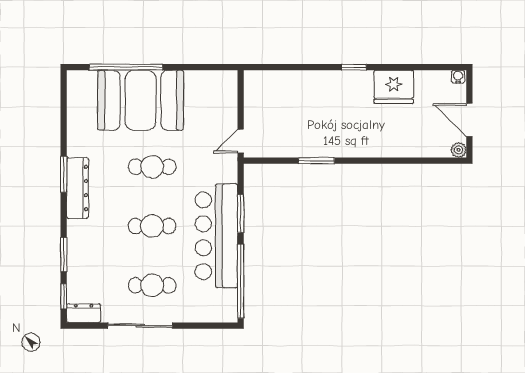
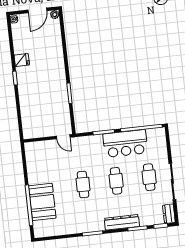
fridge: (394, 87) -> (22, 60), width x0.53, depth x0.75
booth: (141, 100) -> (42, 202), width x0.73, depth x0.70
dresser: (78, 188) -> (122, 222), moved
bar counter: (216, 236) -> (125, 143), width x0.73

